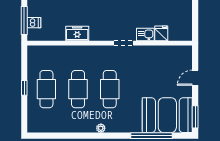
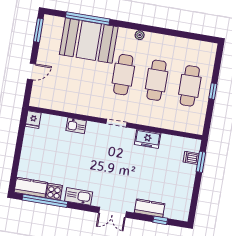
window: (24, 21) -> (201, 162), width x0.69
fridge: (161, 33) -> (33, 120), moved
doorway: (124, 43) -> (117, 123), moved
booth: (167, 115) -> (89, 41), moved

